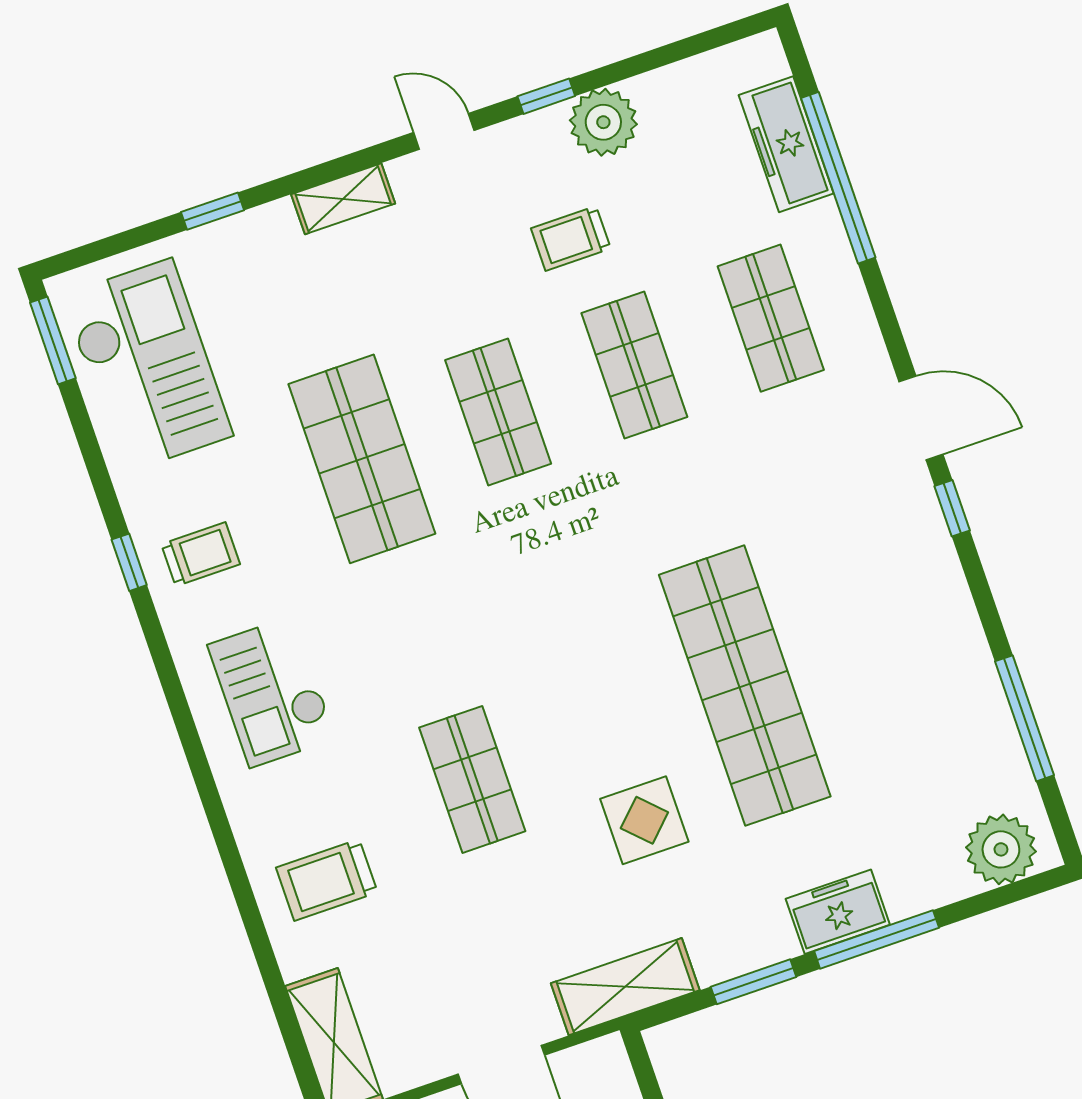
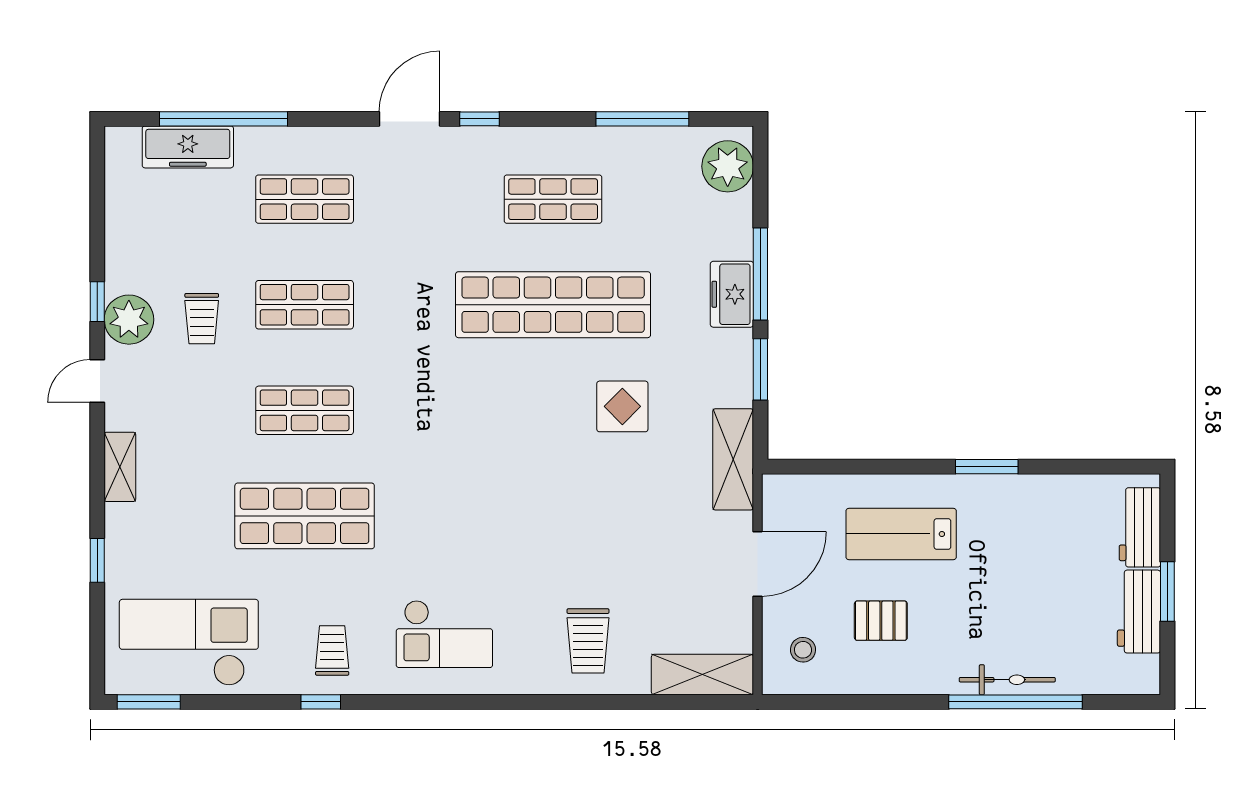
plant: (603, 122) -> (129, 320), moved
shop shelf: (472, 779) -> (553, 199), moved

